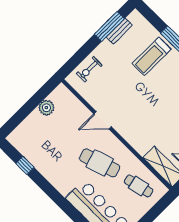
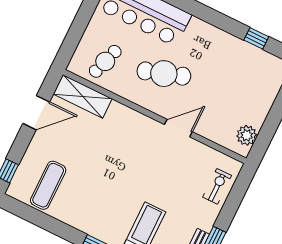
plant: (46, 108) -> (247, 135), moved
cafe table: (139, 186) -> (105, 61), turned -59

